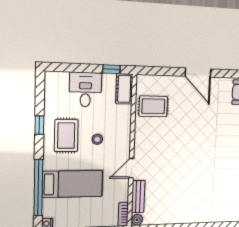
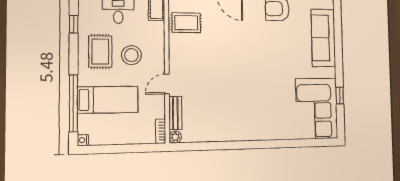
window: (39, 125) -> (74, 24), moved
stool: (97, 139) -> (131, 55), width x1.89, depth x1.89

